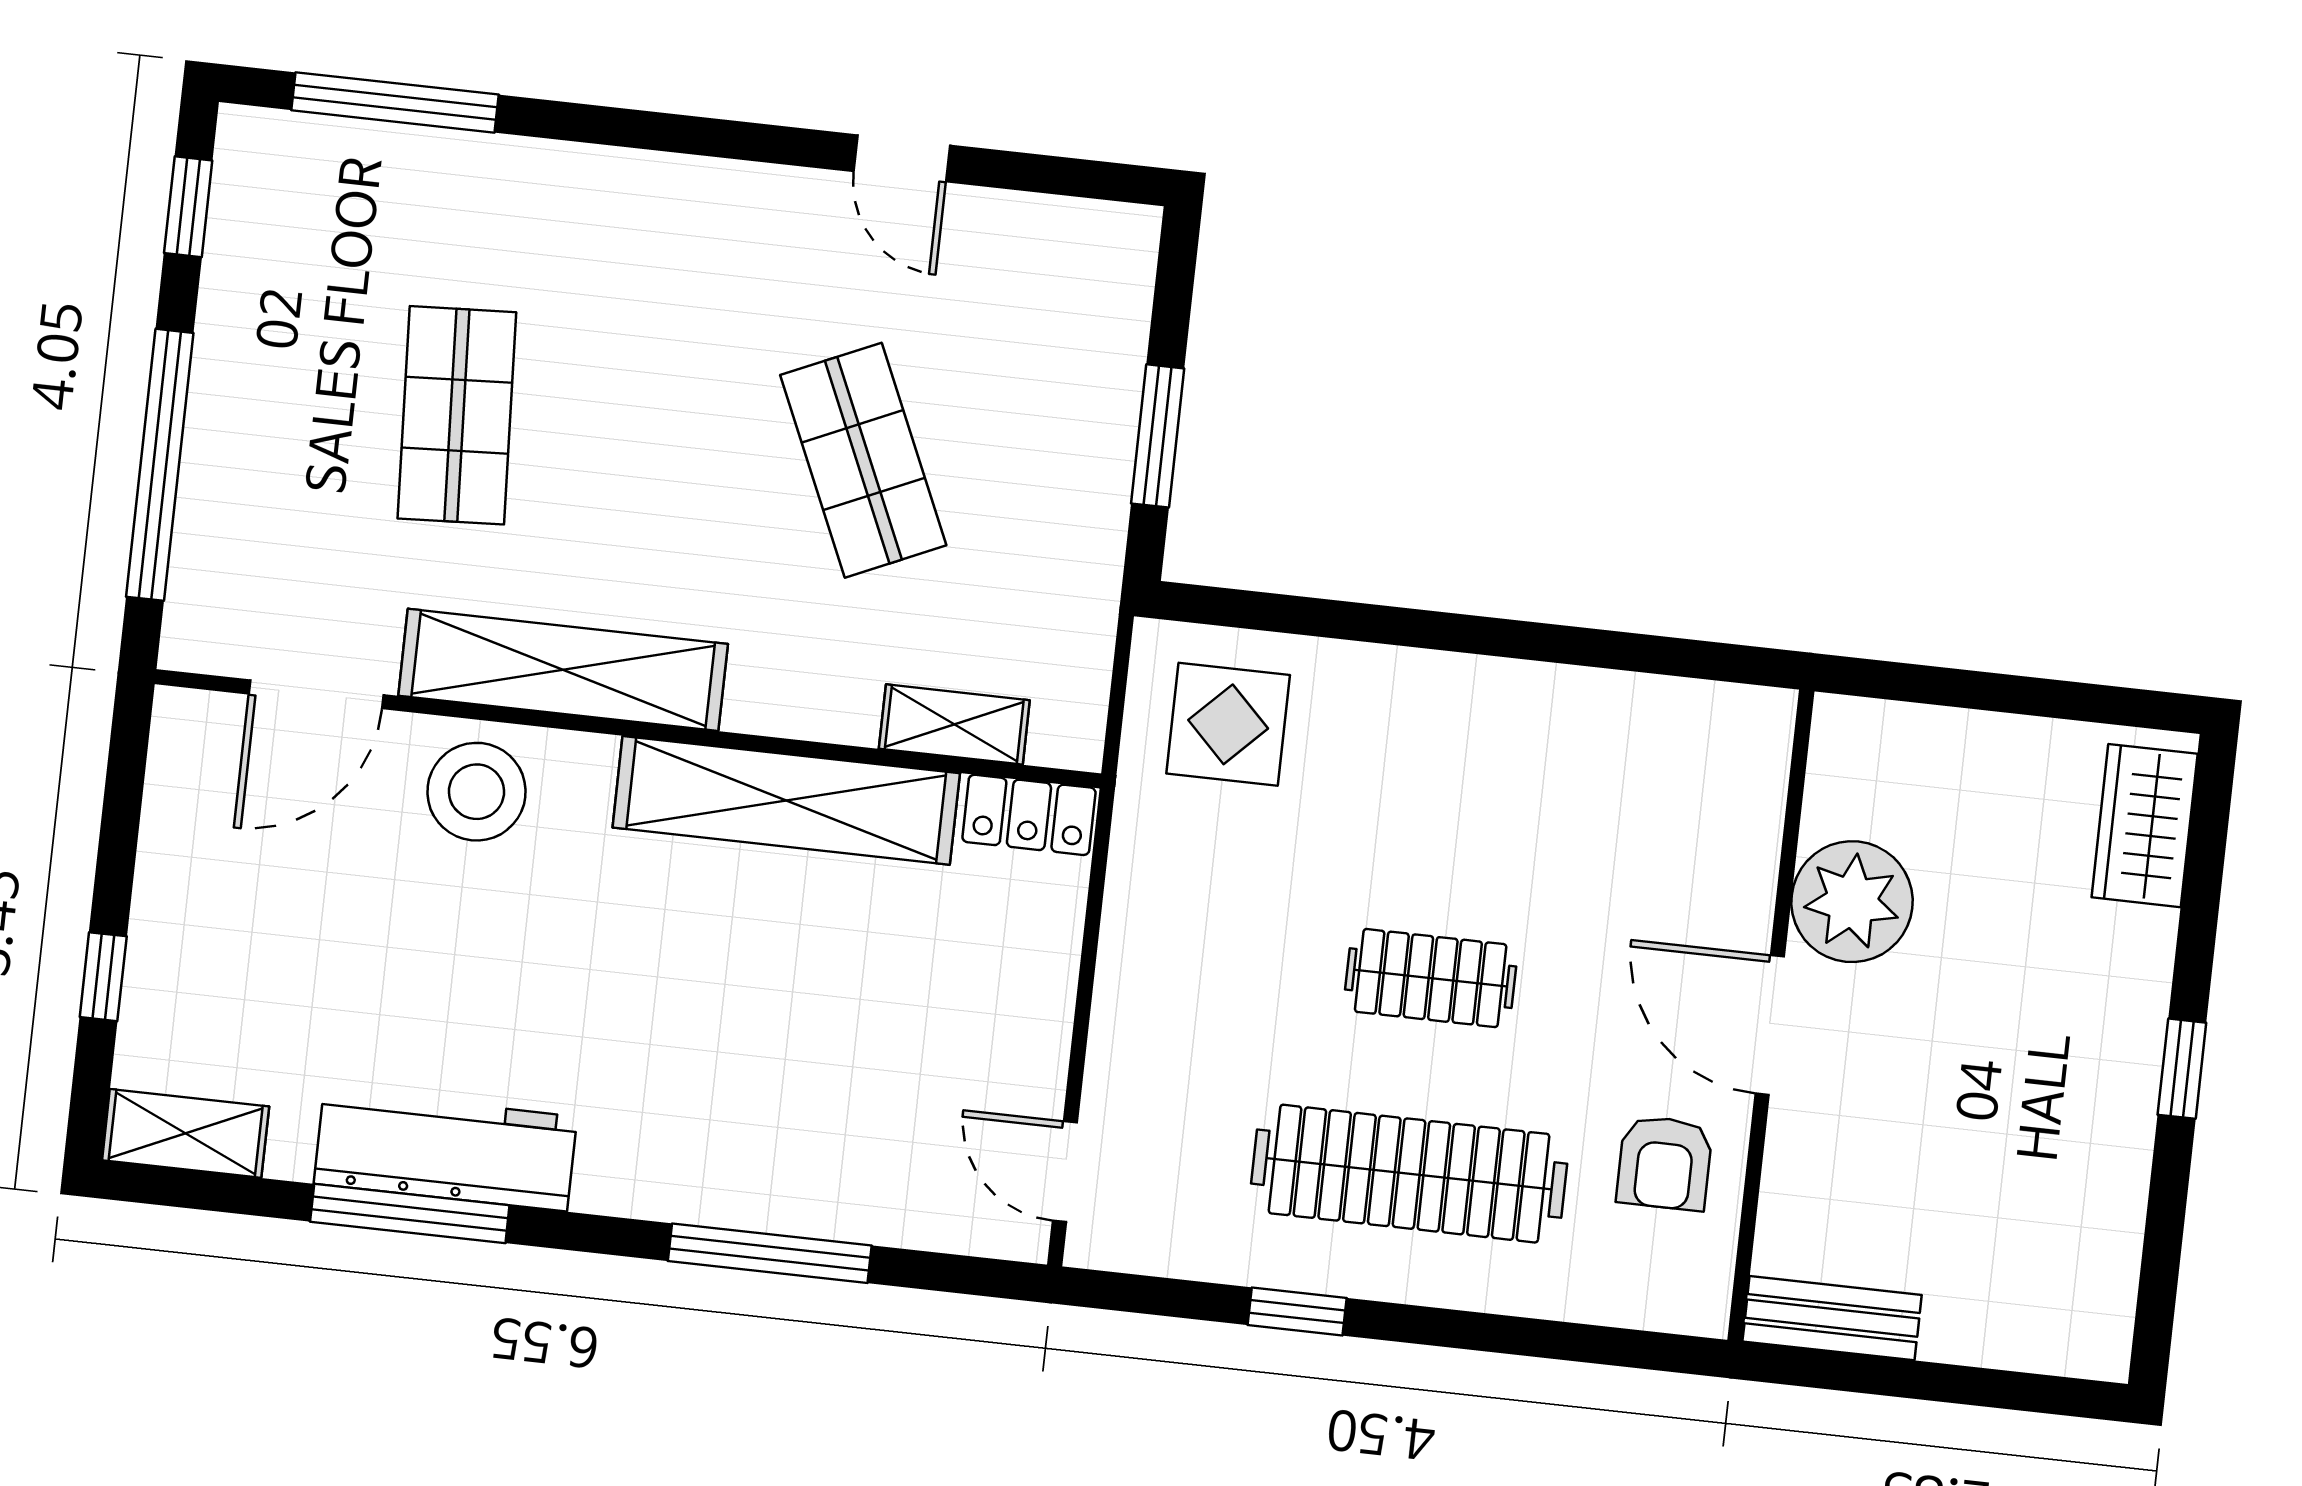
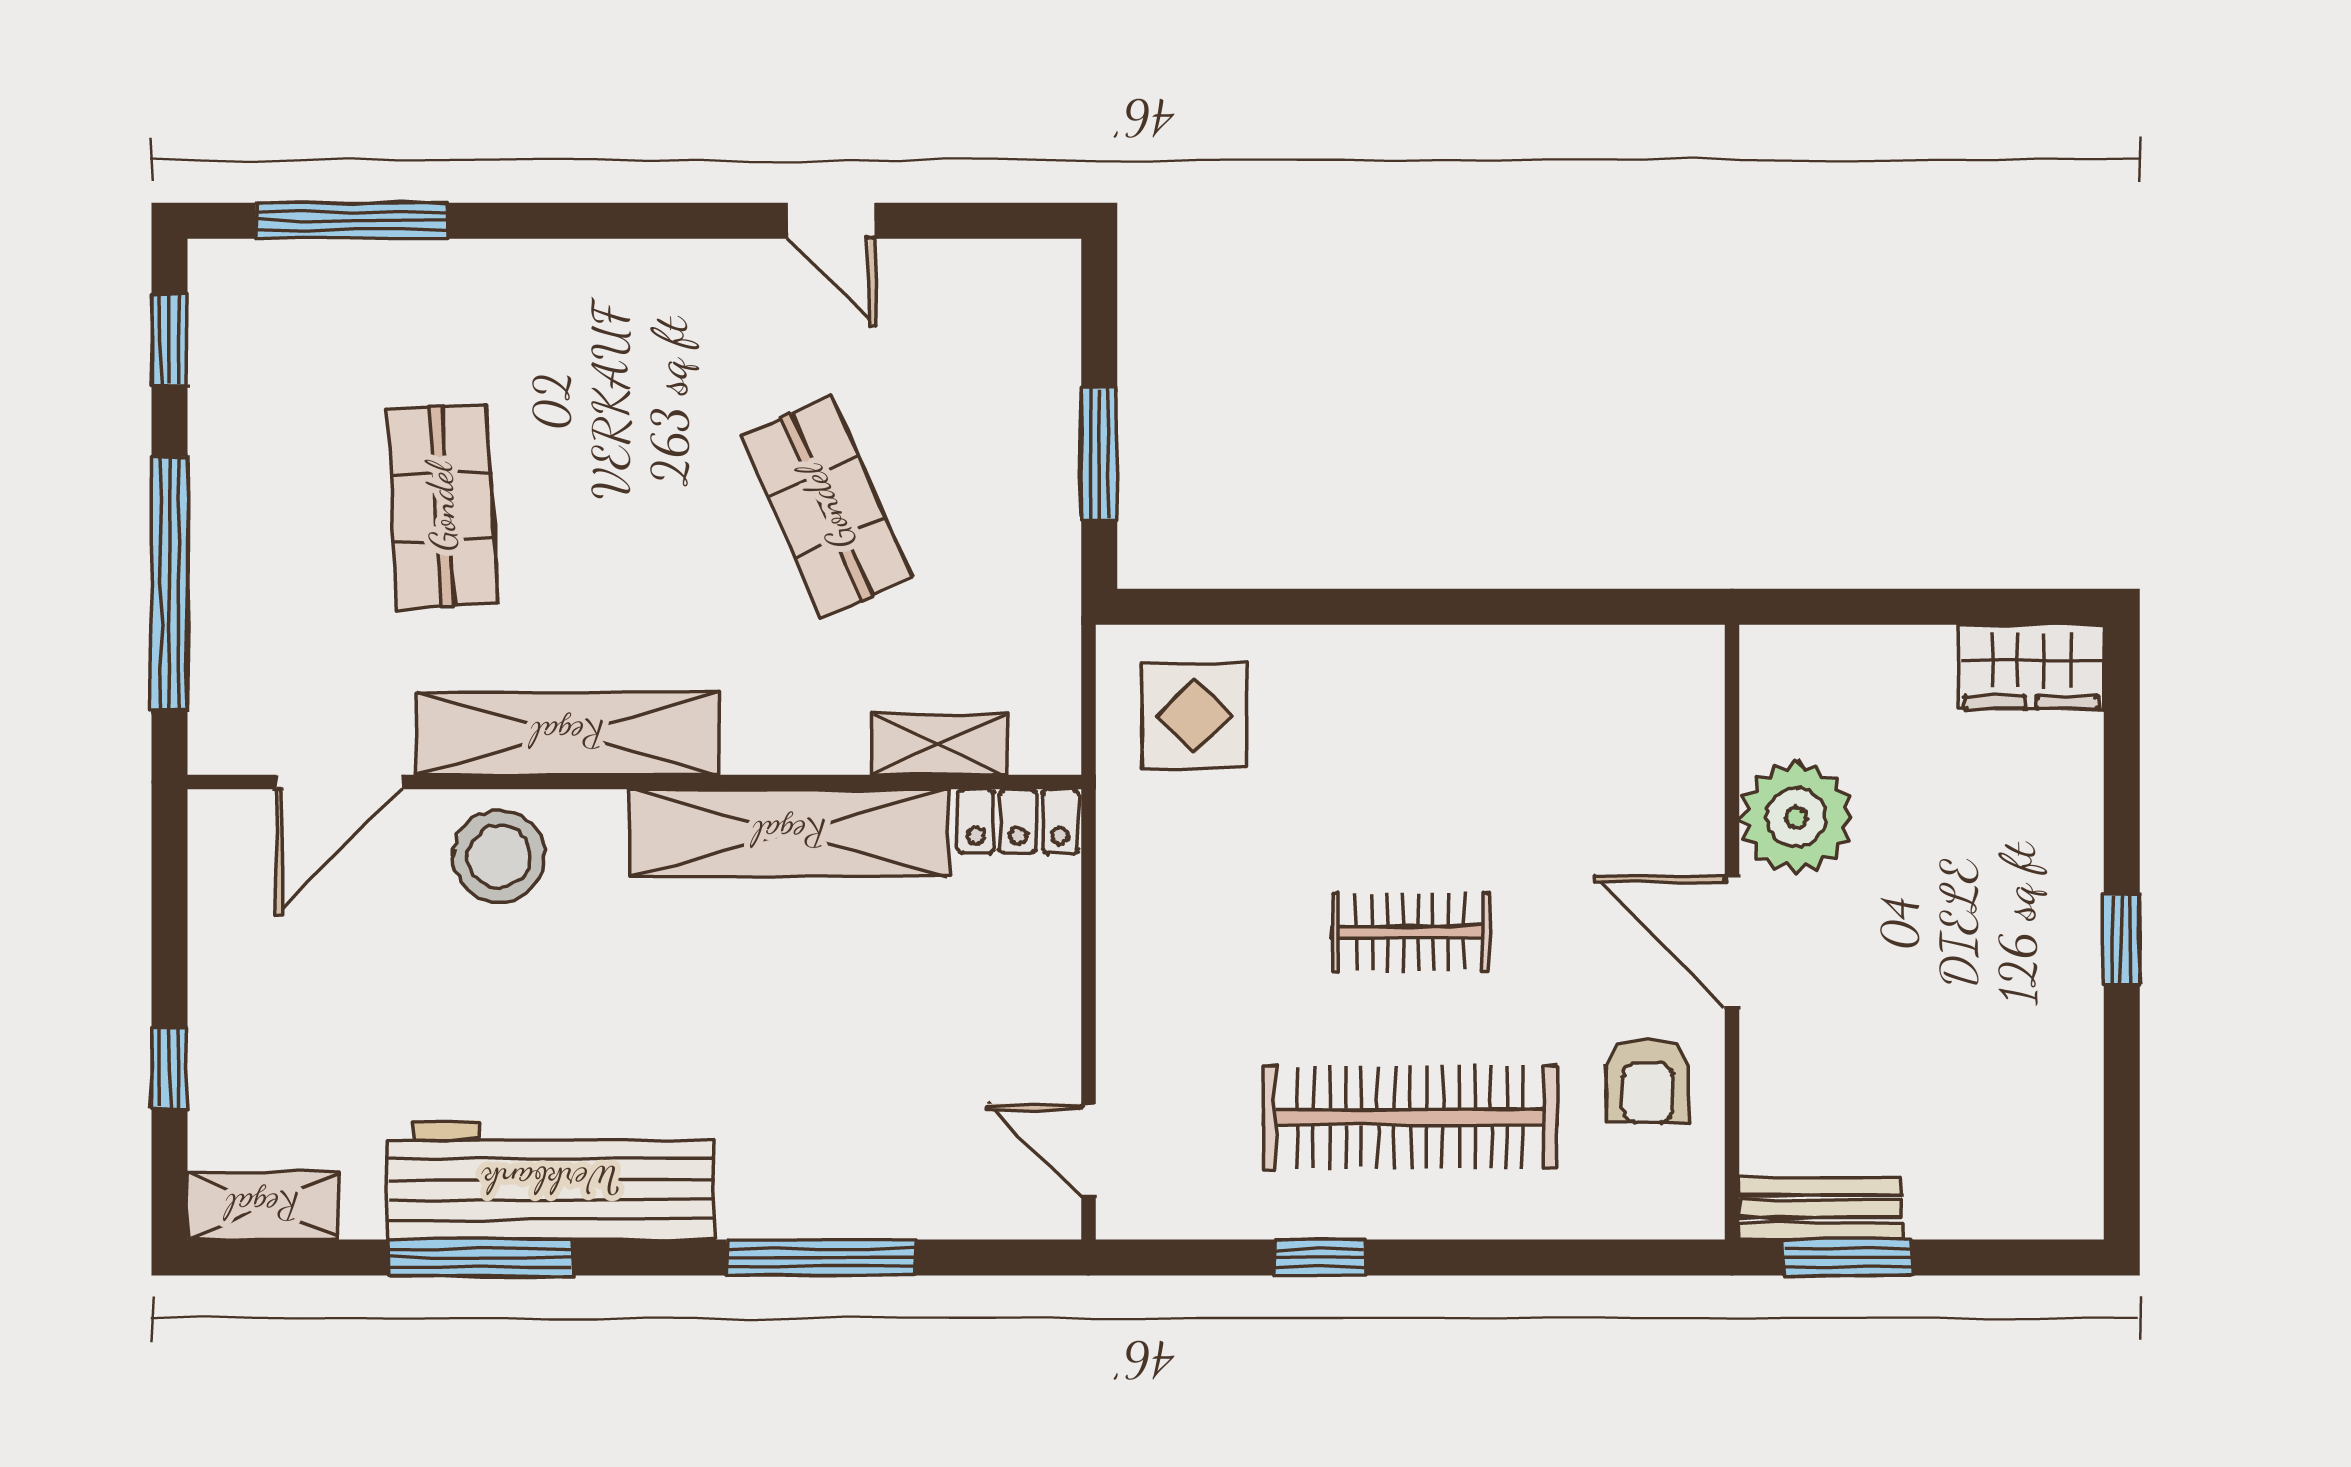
wardrobe: (2145, 826) -> (2031, 667), moved, turned -90
workbench: (446, 1150) -> (551, 1180), width x1.36, depth x1.32
window: (1855, 1373) -> (1848, 1258), added

